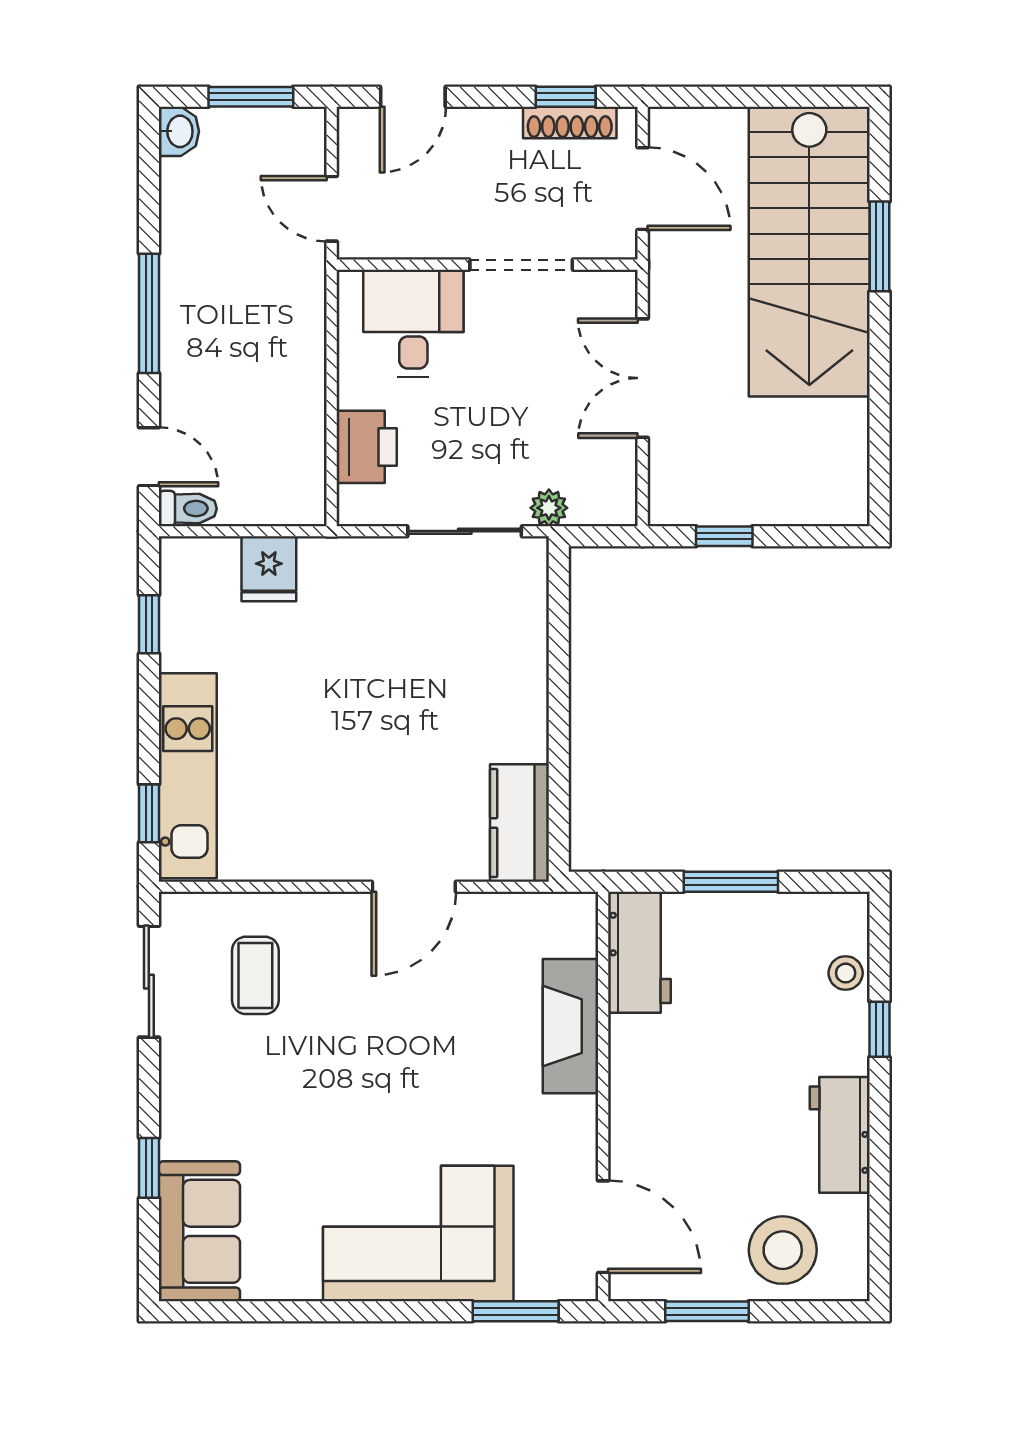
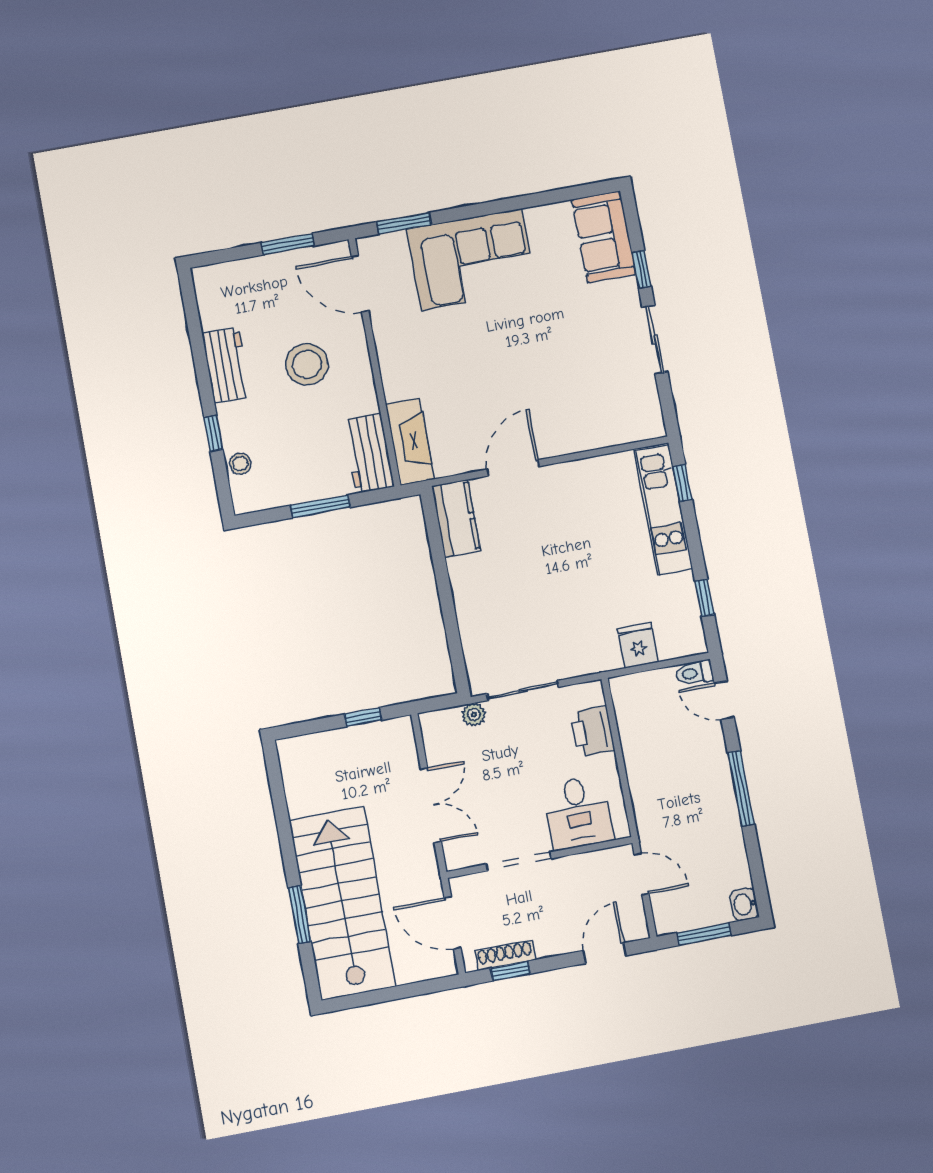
coffee table: (255, 975) -> (599, 397), removed
sliding door: (149, 982) -> (655, 340), moved
fireplace: (571, 1026) -> (410, 442), moved
stool: (783, 1250) -> (307, 364), moved

